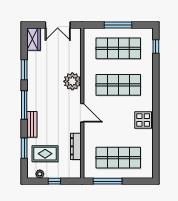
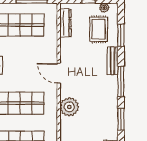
dresser: (76, 146) -> (65, 23), moved
rug: (45, 154) -> (99, 29), turned 90

